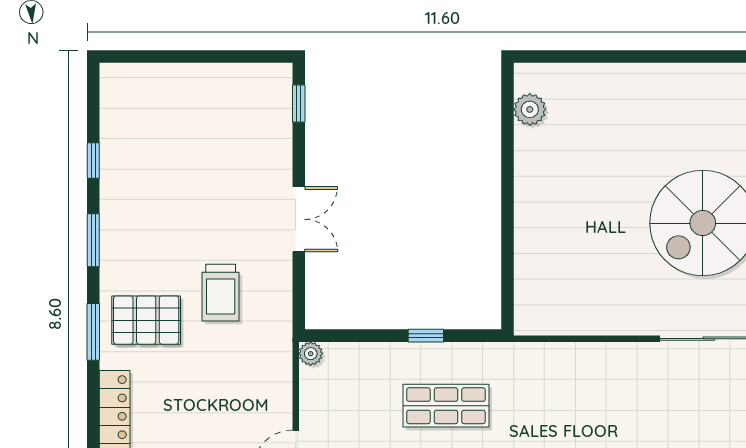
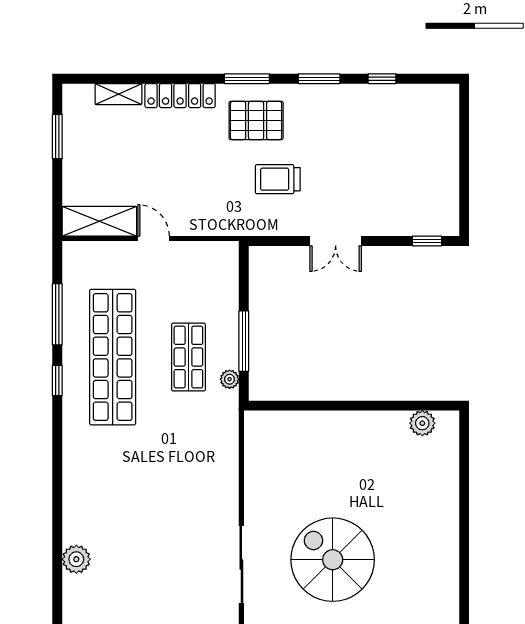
pallet: (146, 320) -> (256, 120), turned 90
window: (426, 336) -> (244, 341), width x2.17
plant: (311, 354) -> (230, 379), moved

